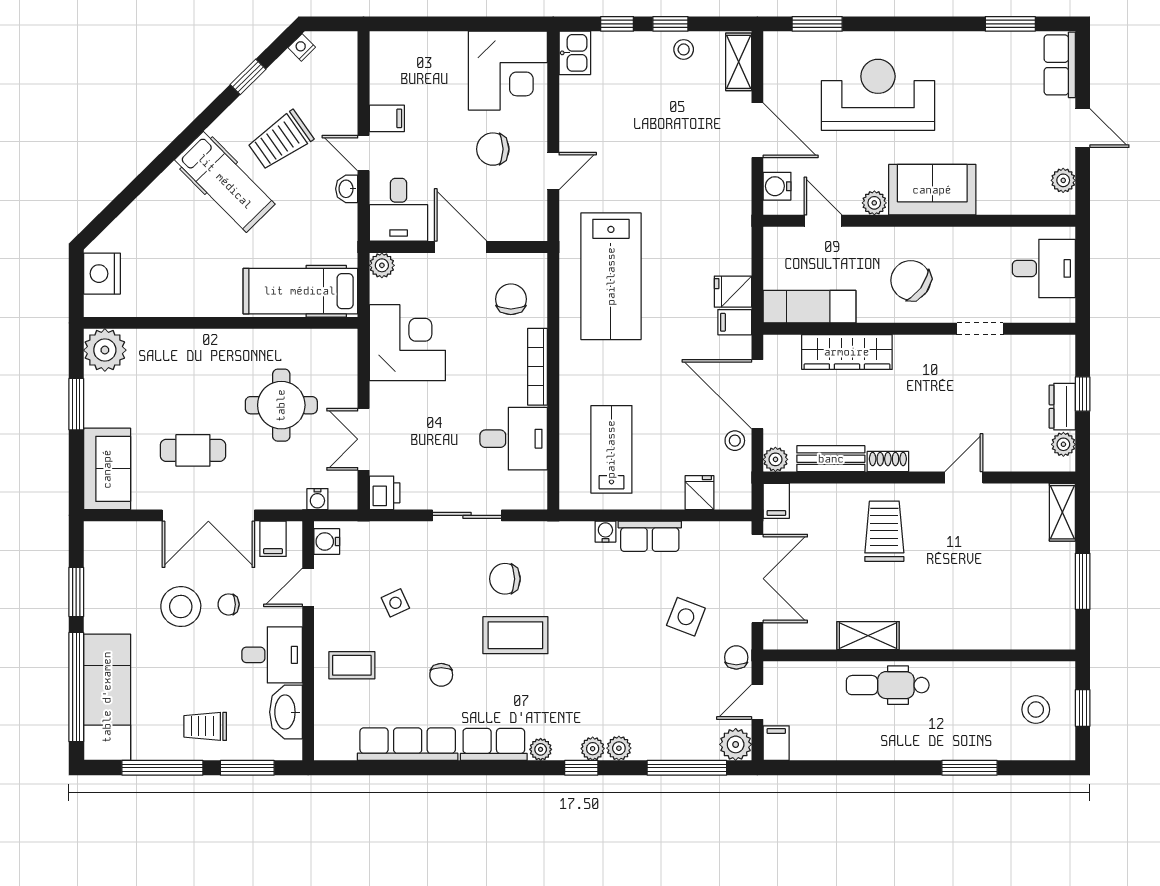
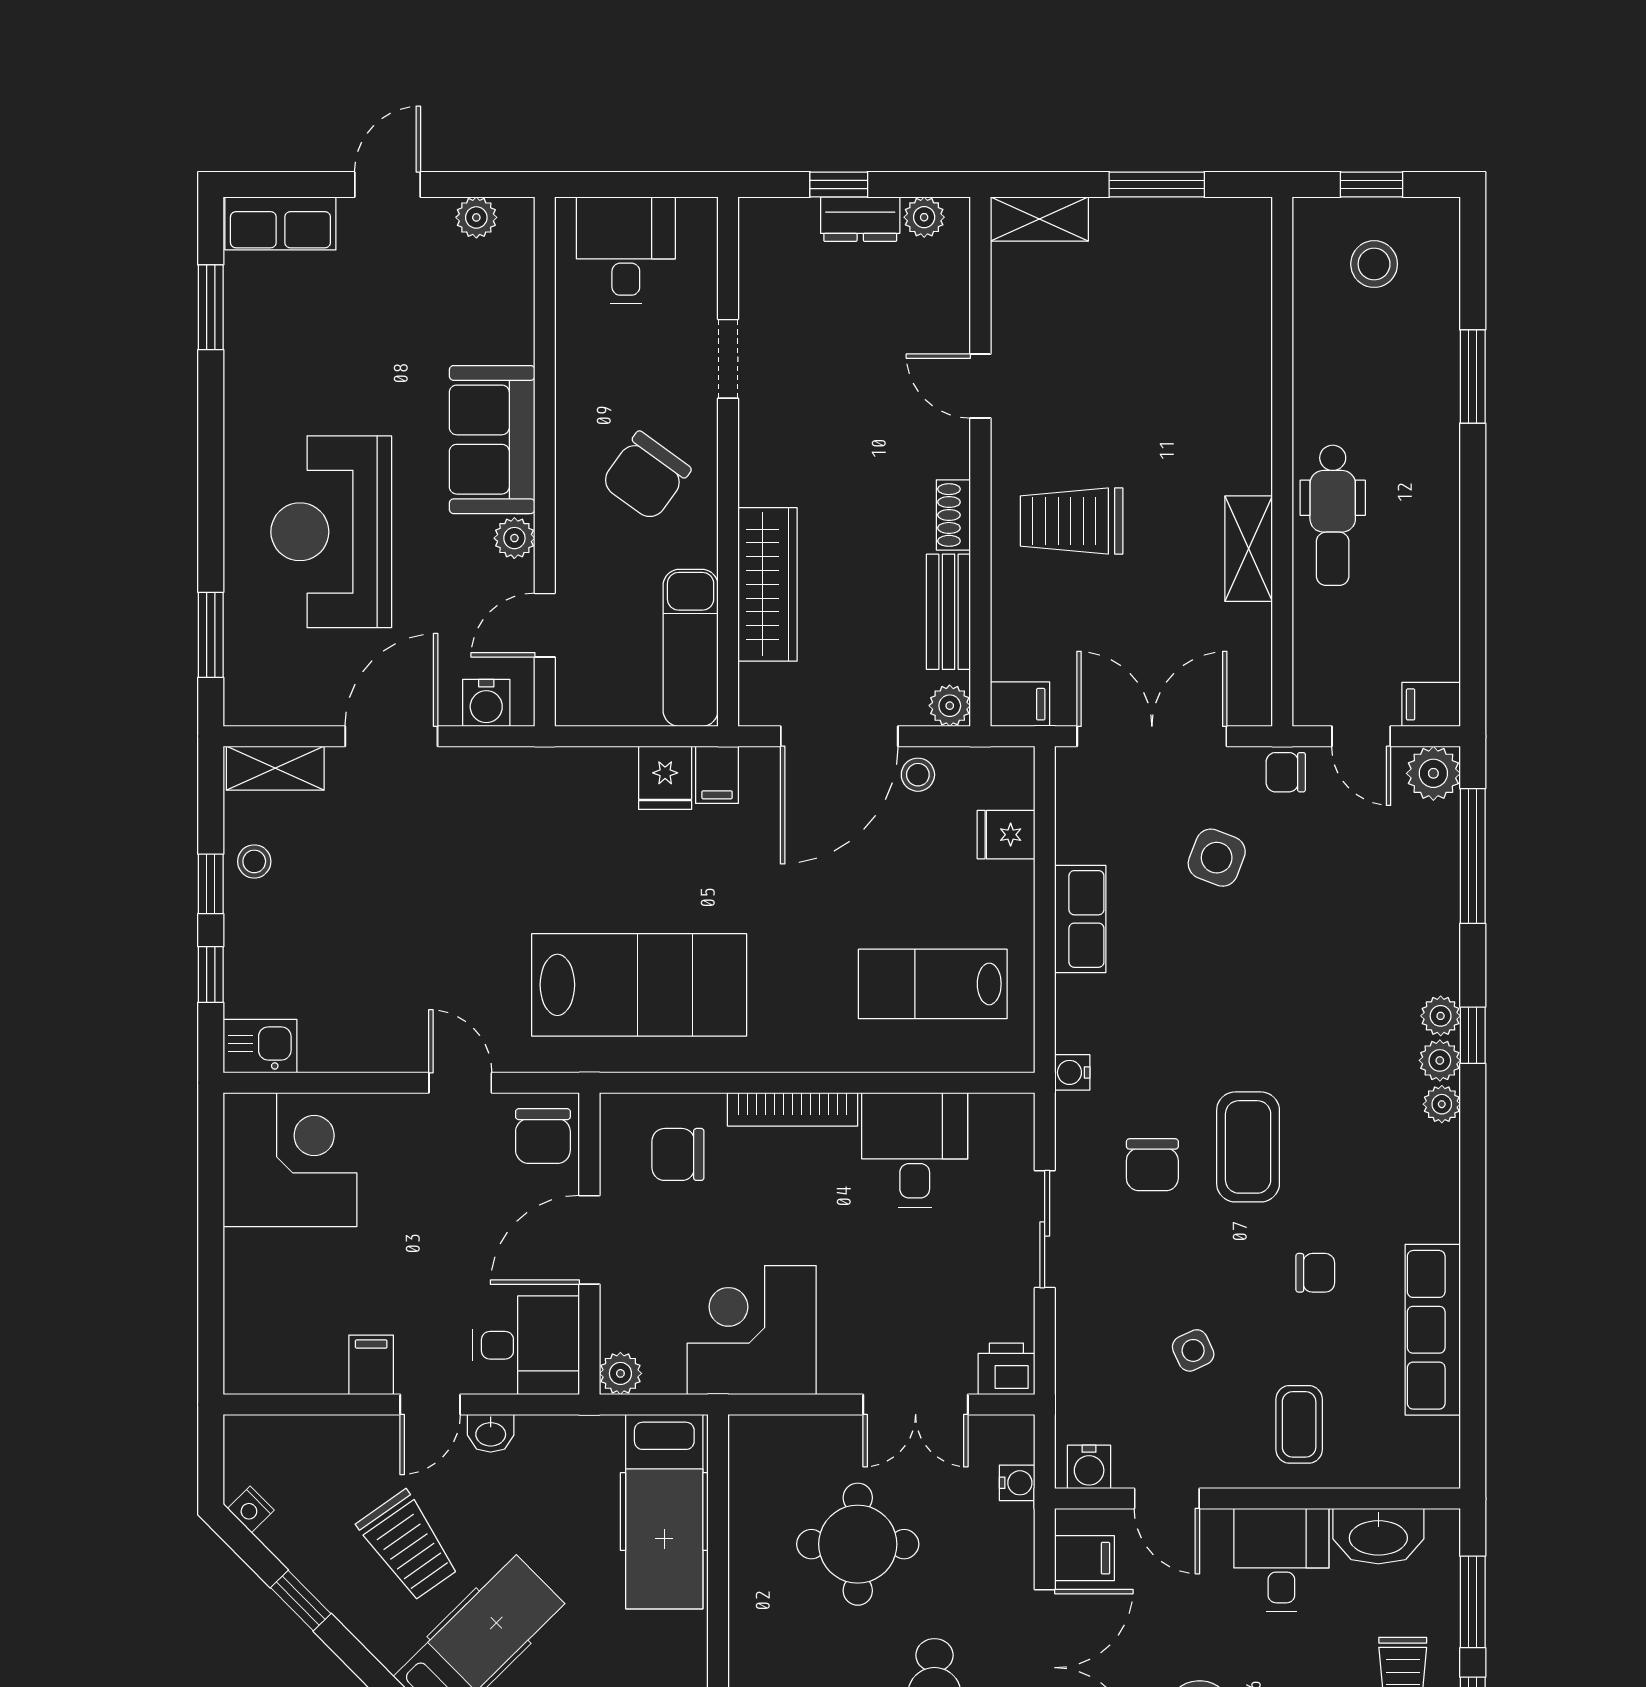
chair: (493, 149) -> (543, 1136), moved
water cooler: (605, 532) -> (1072, 1072), moved
chair: (229, 604) -> (1196, 1634), removed
row of seats: (494, 744) -> (1433, 1184), removed
plant: (619, 748) -> (1440, 1060), moved

